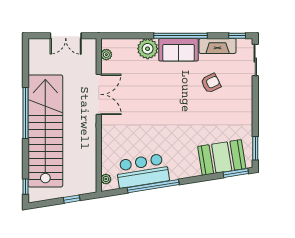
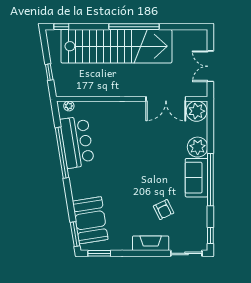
fireplace: (218, 46) -> (151, 243), moved, turned 90
plant: (106, 55) -> (197, 111), width x1.87, depth x1.87
double door: (99, 94) -> (166, 99), moved

